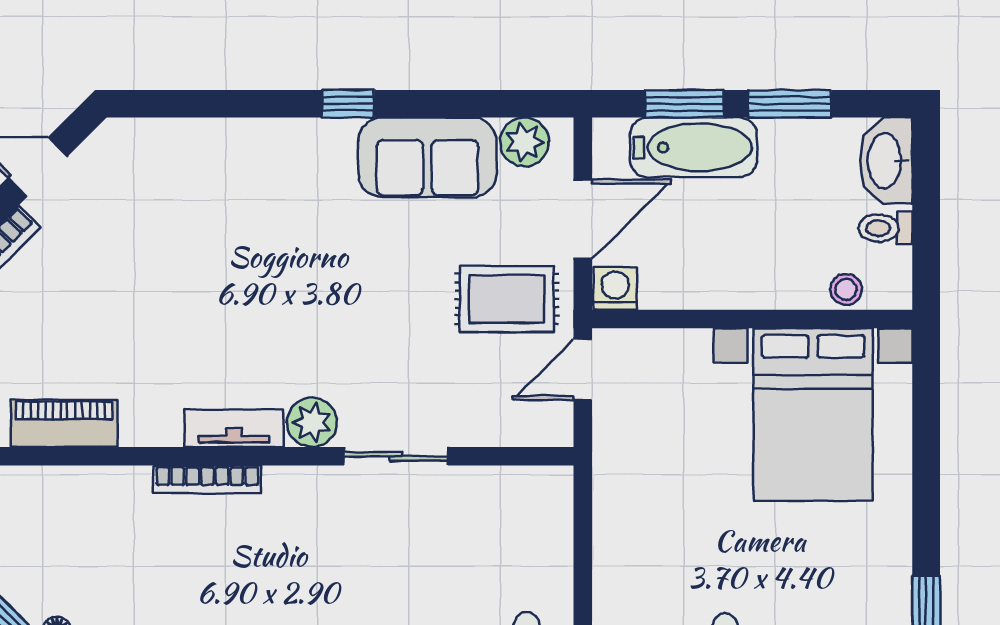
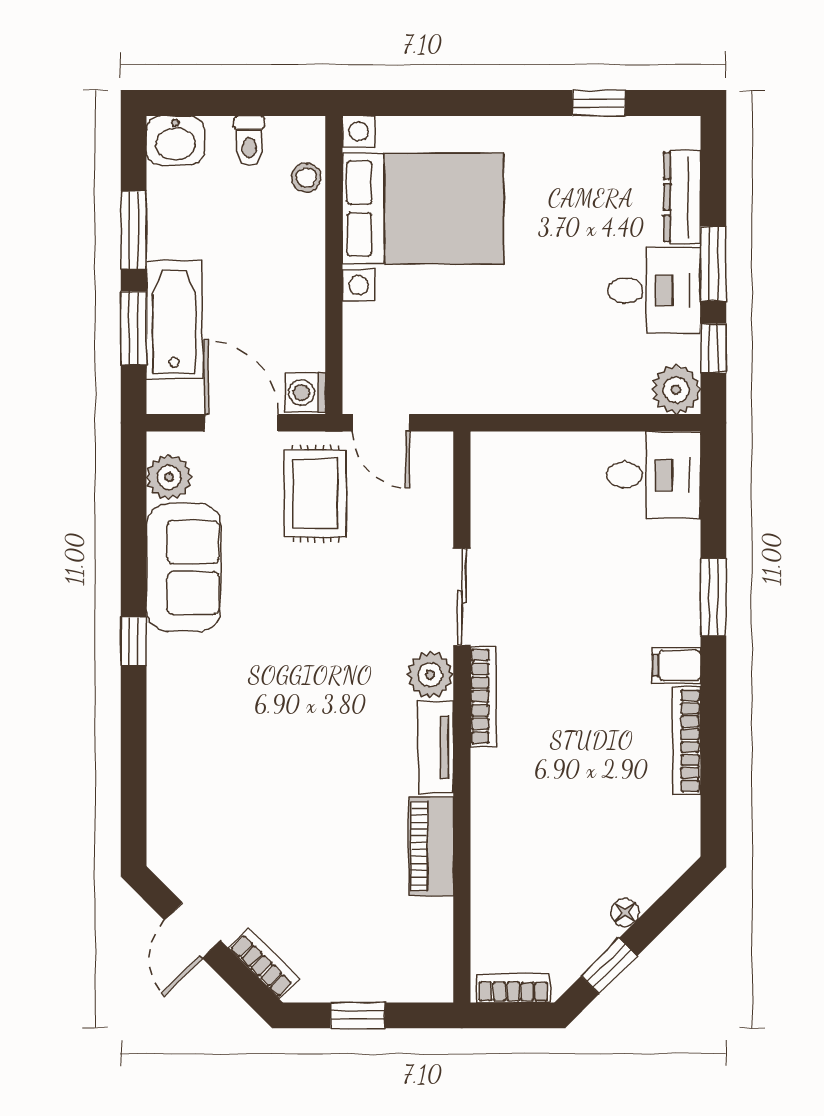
washbasin: (886, 161) -> (175, 140), width x0.72
piano: (64, 423) -> (431, 846), moved
bookcase: (207, 479) -> (483, 696), moved

